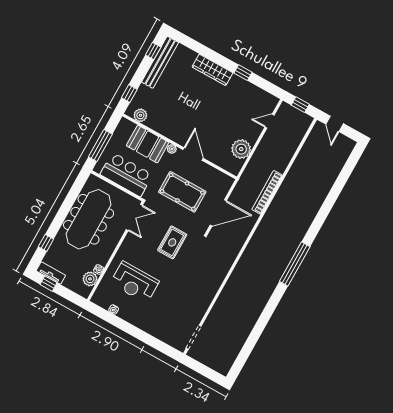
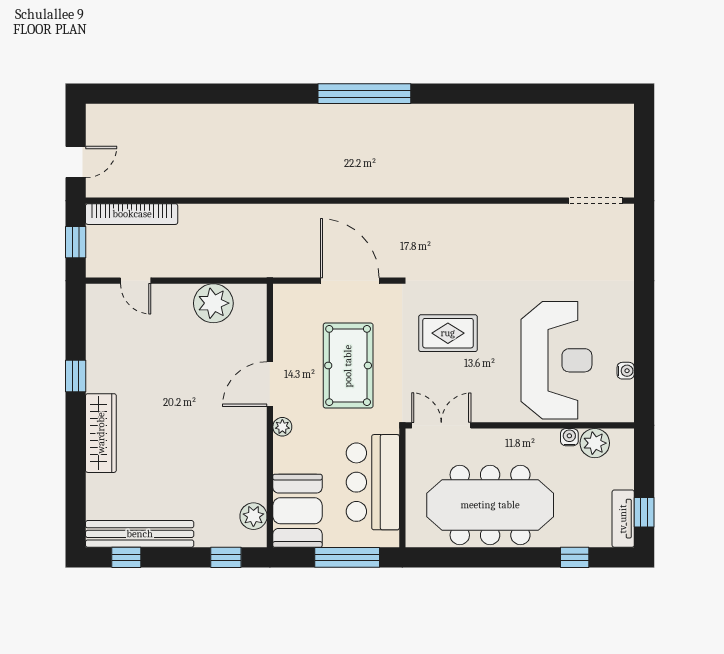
booth: (148, 144) -> (297, 511), moved
bookcase: (267, 192) -> (132, 214), moved
reception desk: (135, 282) -> (556, 360), width x1.36, depth x1.30

